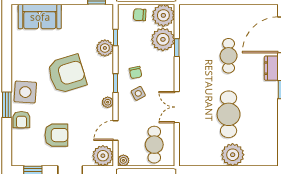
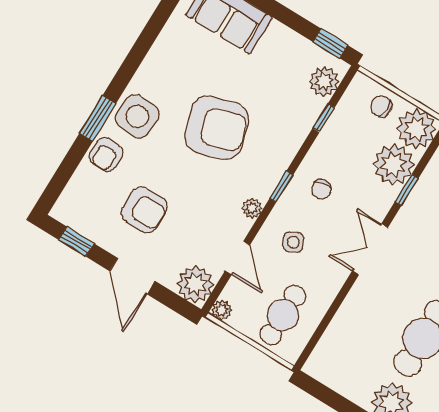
plant: (105, 48) -> (324, 82), moved
side table: (138, 93) -> (293, 242), moved
double door: (177, 107) -> (370, 249), moved
door: (115, 131) -> (238, 258), swing flipped

